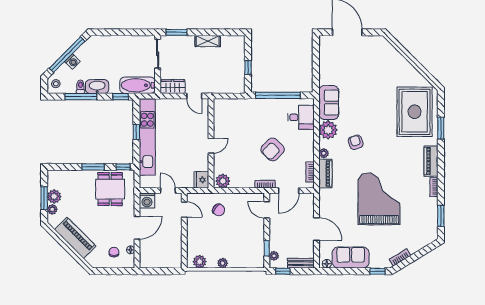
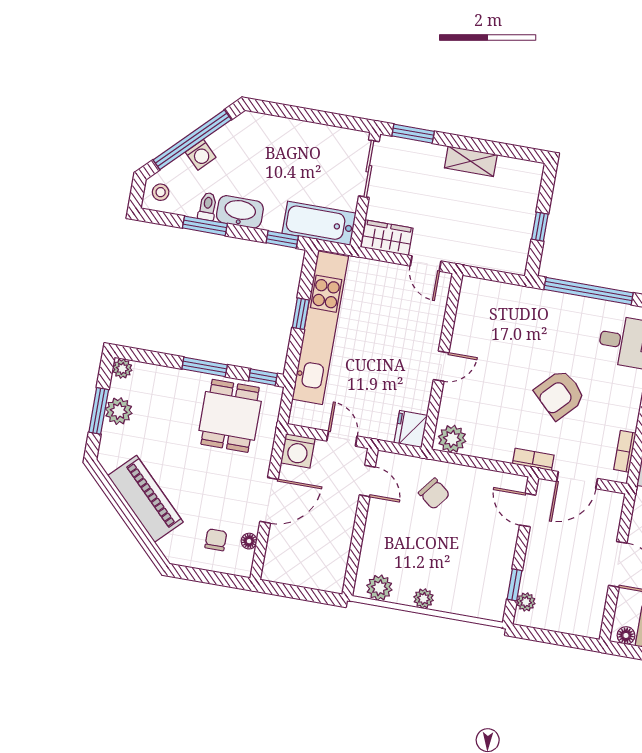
window: (81, 97) -> (205, 226), width x0.69
plant: (52, 209) -> (122, 369), moved
bench: (301, 263) -> (576, 625), removed
window: (283, 271) -> (538, 635), removed

